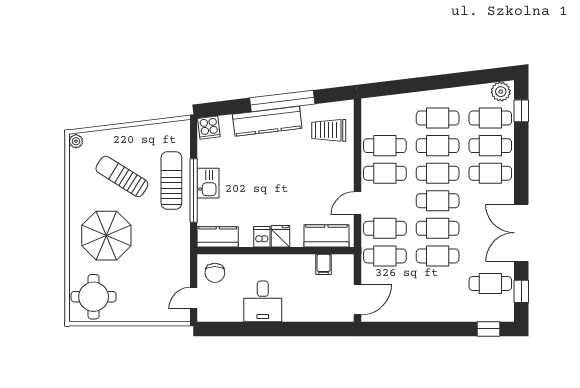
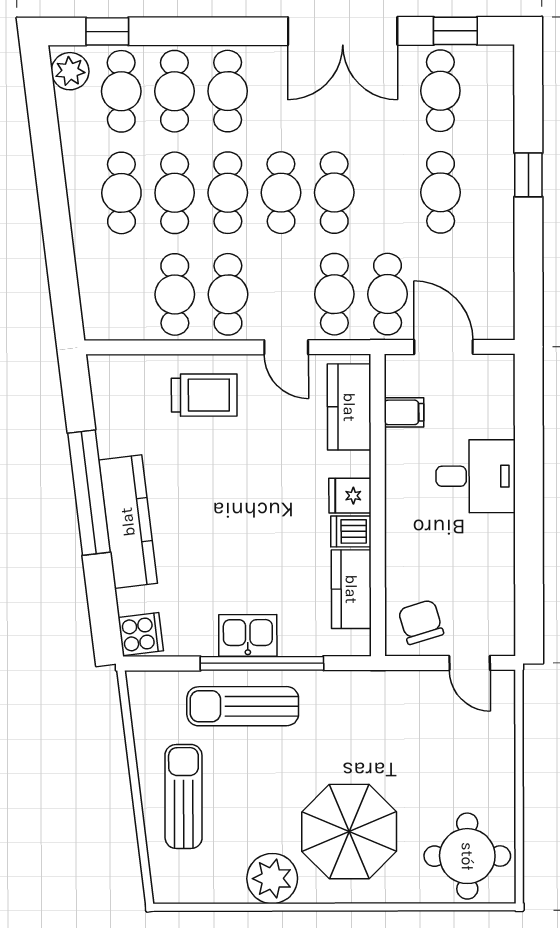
trolley: (329, 130) -> (204, 395), moved, turned -90
plant: (76, 141) -> (272, 879), moved, width x1.88, depth x1.88
sun lounger: (122, 176) -> (184, 796), moved, turned 148
kitchen counter: (218, 237) -> (351, 589), moved
cafe table: (438, 256) -> (441, 192), moved
chair: (215, 273) -> (421, 622), turned -107
door: (357, 300) -> (443, 347), moved
desk: (263, 301) -> (476, 476), moved
window: (489, 329) -> (528, 175), moved

